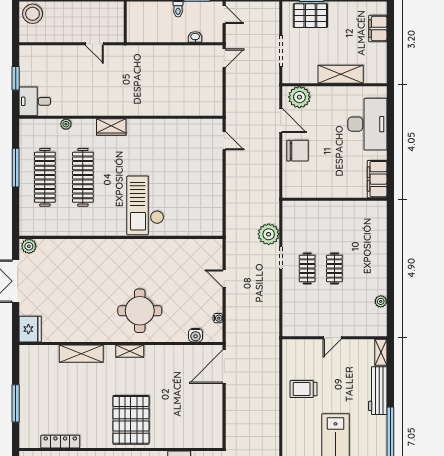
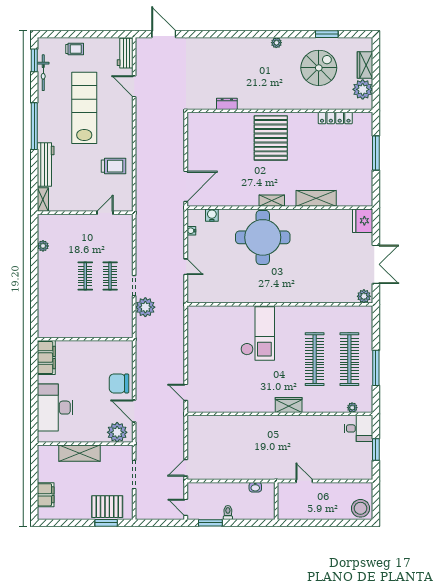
washbasin: (195, 37) -> (255, 487), moved
plant: (66, 124) -> (352, 408), moved
round table: (140, 311) -> (263, 237), width x1.36, depth x1.36
door: (332, 338) -> (105, 213), moved

